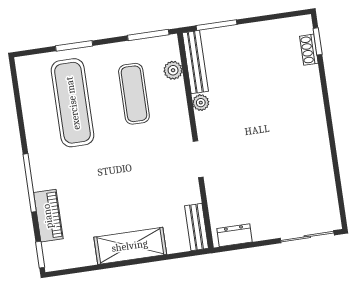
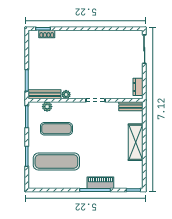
piano: (48, 216) -> (100, 183), moved

